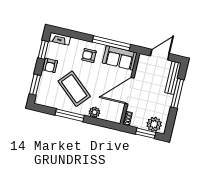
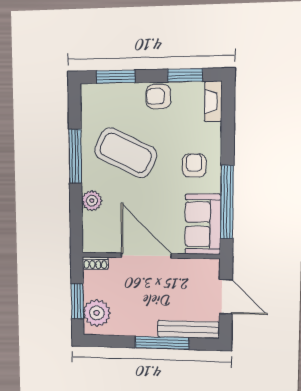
coffee table: (74, 89) -> (126, 153), turned 75

